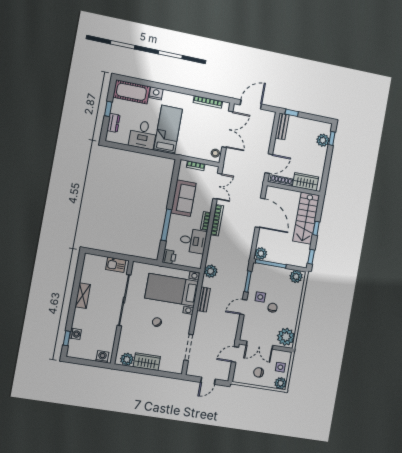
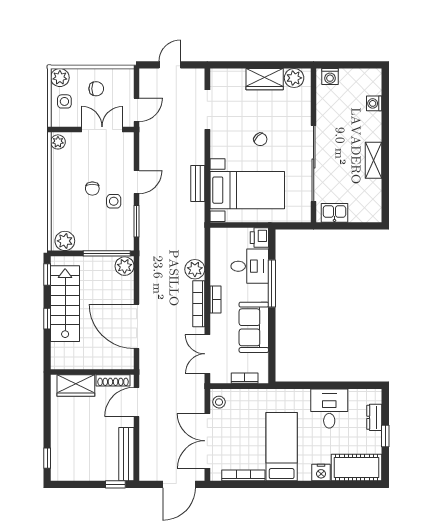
bench: (282, 126) -> (126, 454), width x1.36
bed: (168, 130) -> (282, 447), moved, turned 180
plant: (323, 140) -> (61, 453), removed
stairs: (306, 218) -> (65, 304), moved
desk: (193, 241) -> (250, 266), moved, turned 180
plant: (211, 271) -> (195, 269), moved
plant: (286, 337) -> (58, 142), width x0.53, depth x0.53
window: (67, 338) -> (385, 95), removed

